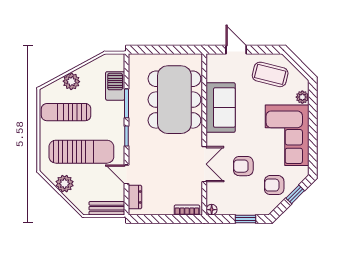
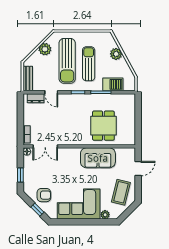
dining table: (174, 100) -> (103, 126), width x0.53, depth x0.80
sun lounger: (66, 112) -> (89, 64), moved
double door: (204, 164) -> (45, 146), moved
armchair: (243, 166) -> (57, 174), removed
door: (126, 174) -> (51, 92), swing flipped
armchair: (274, 185) -> (44, 195), turned 90

